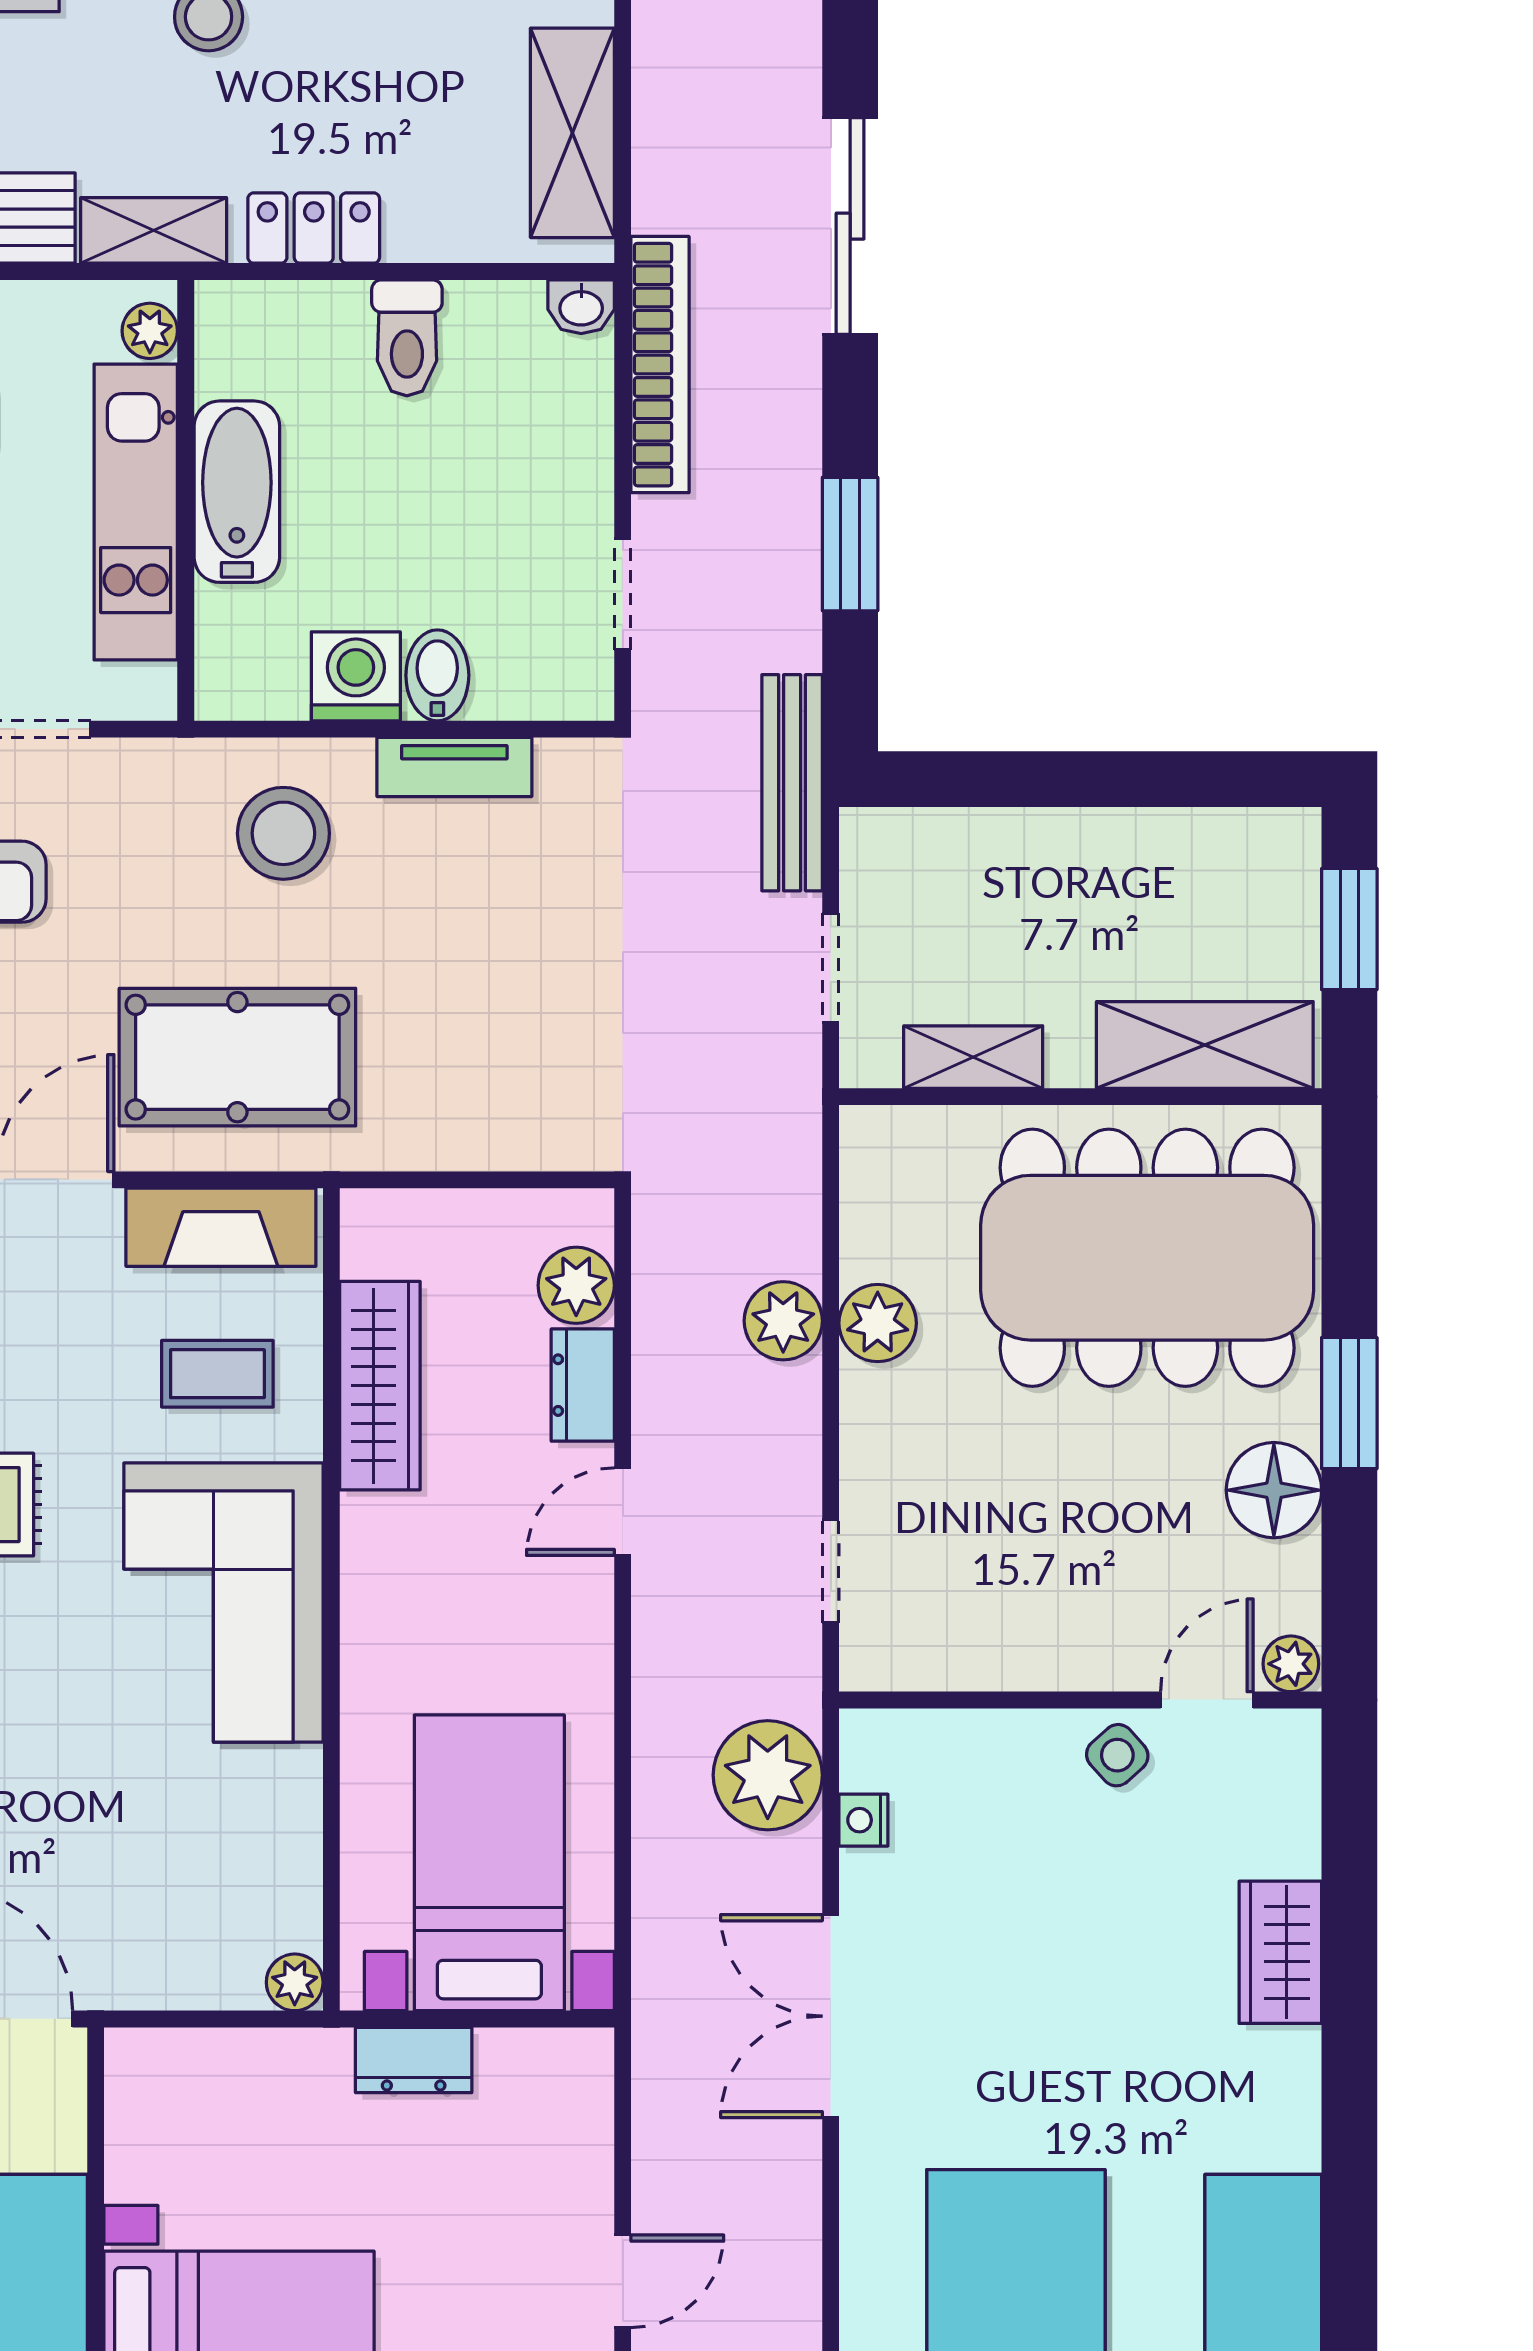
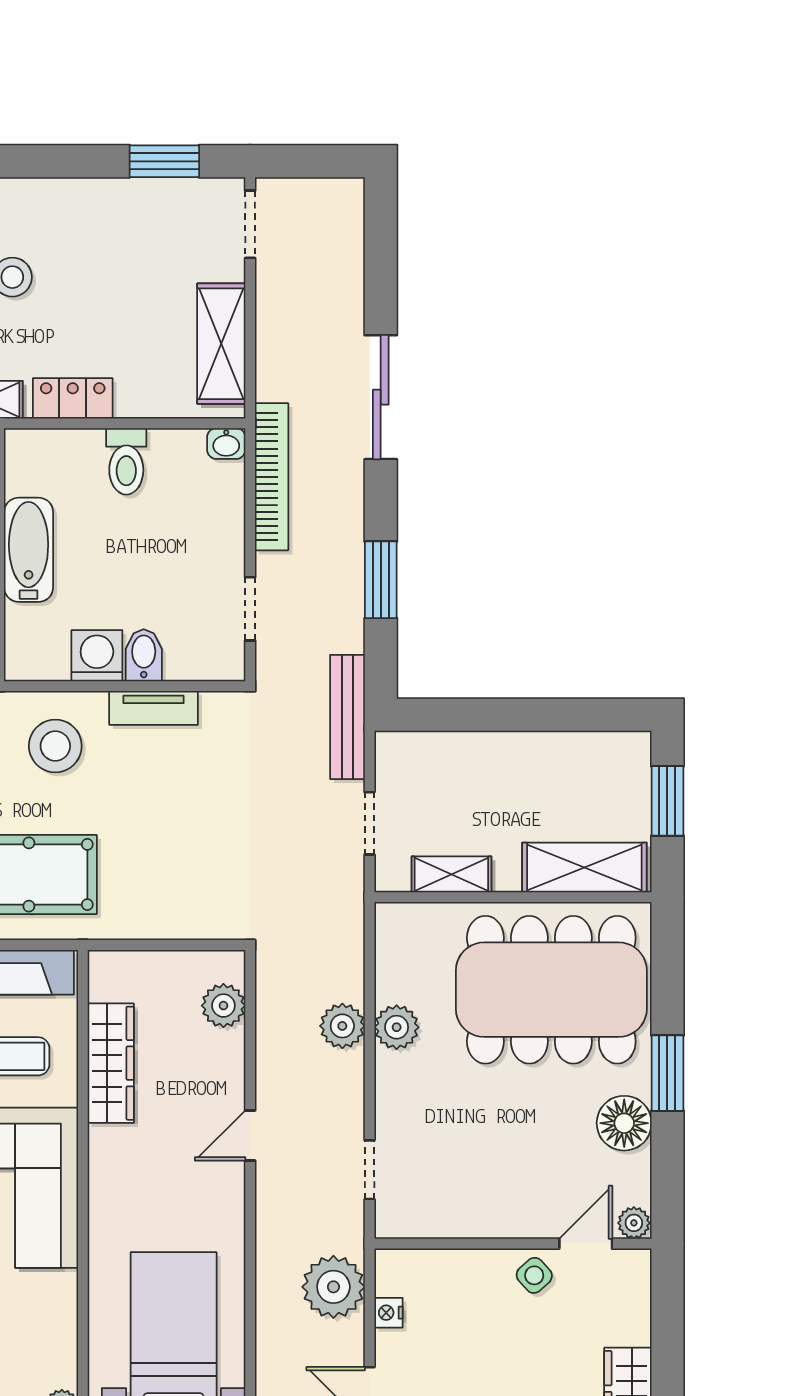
dresser: (583, 1385) -> (227, 1063), removed

